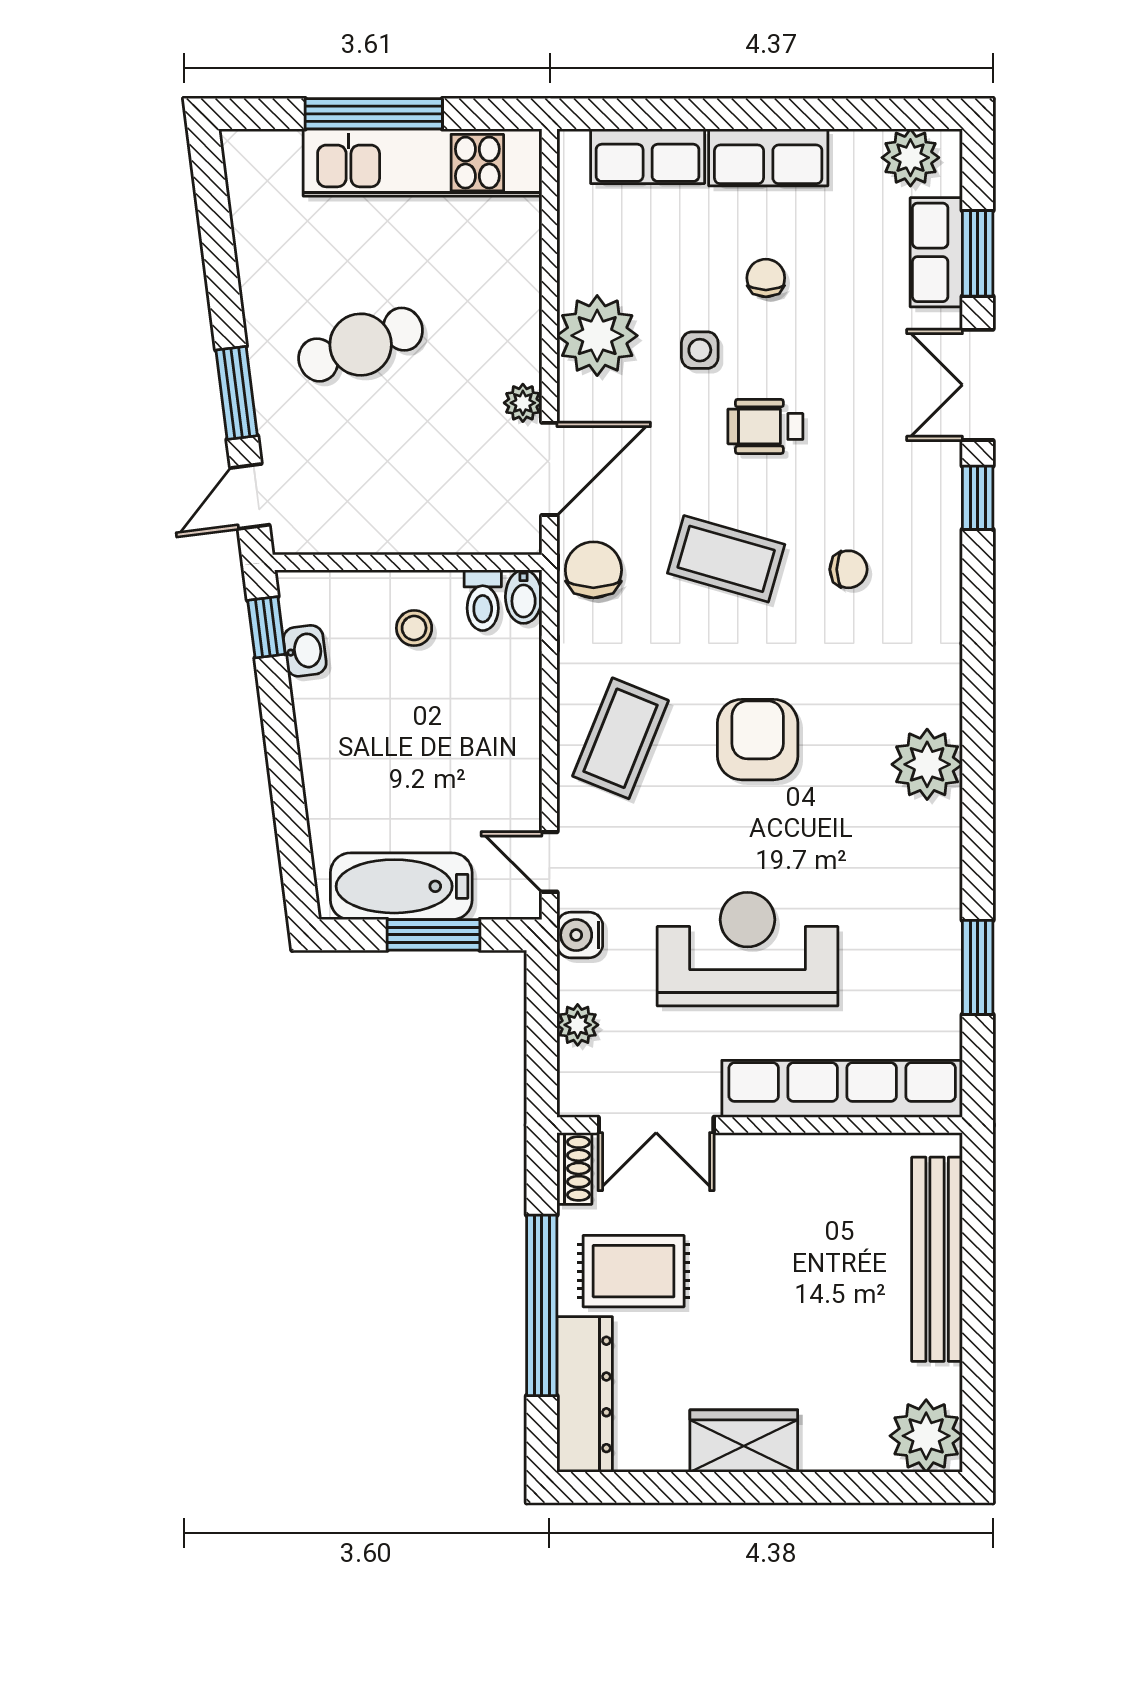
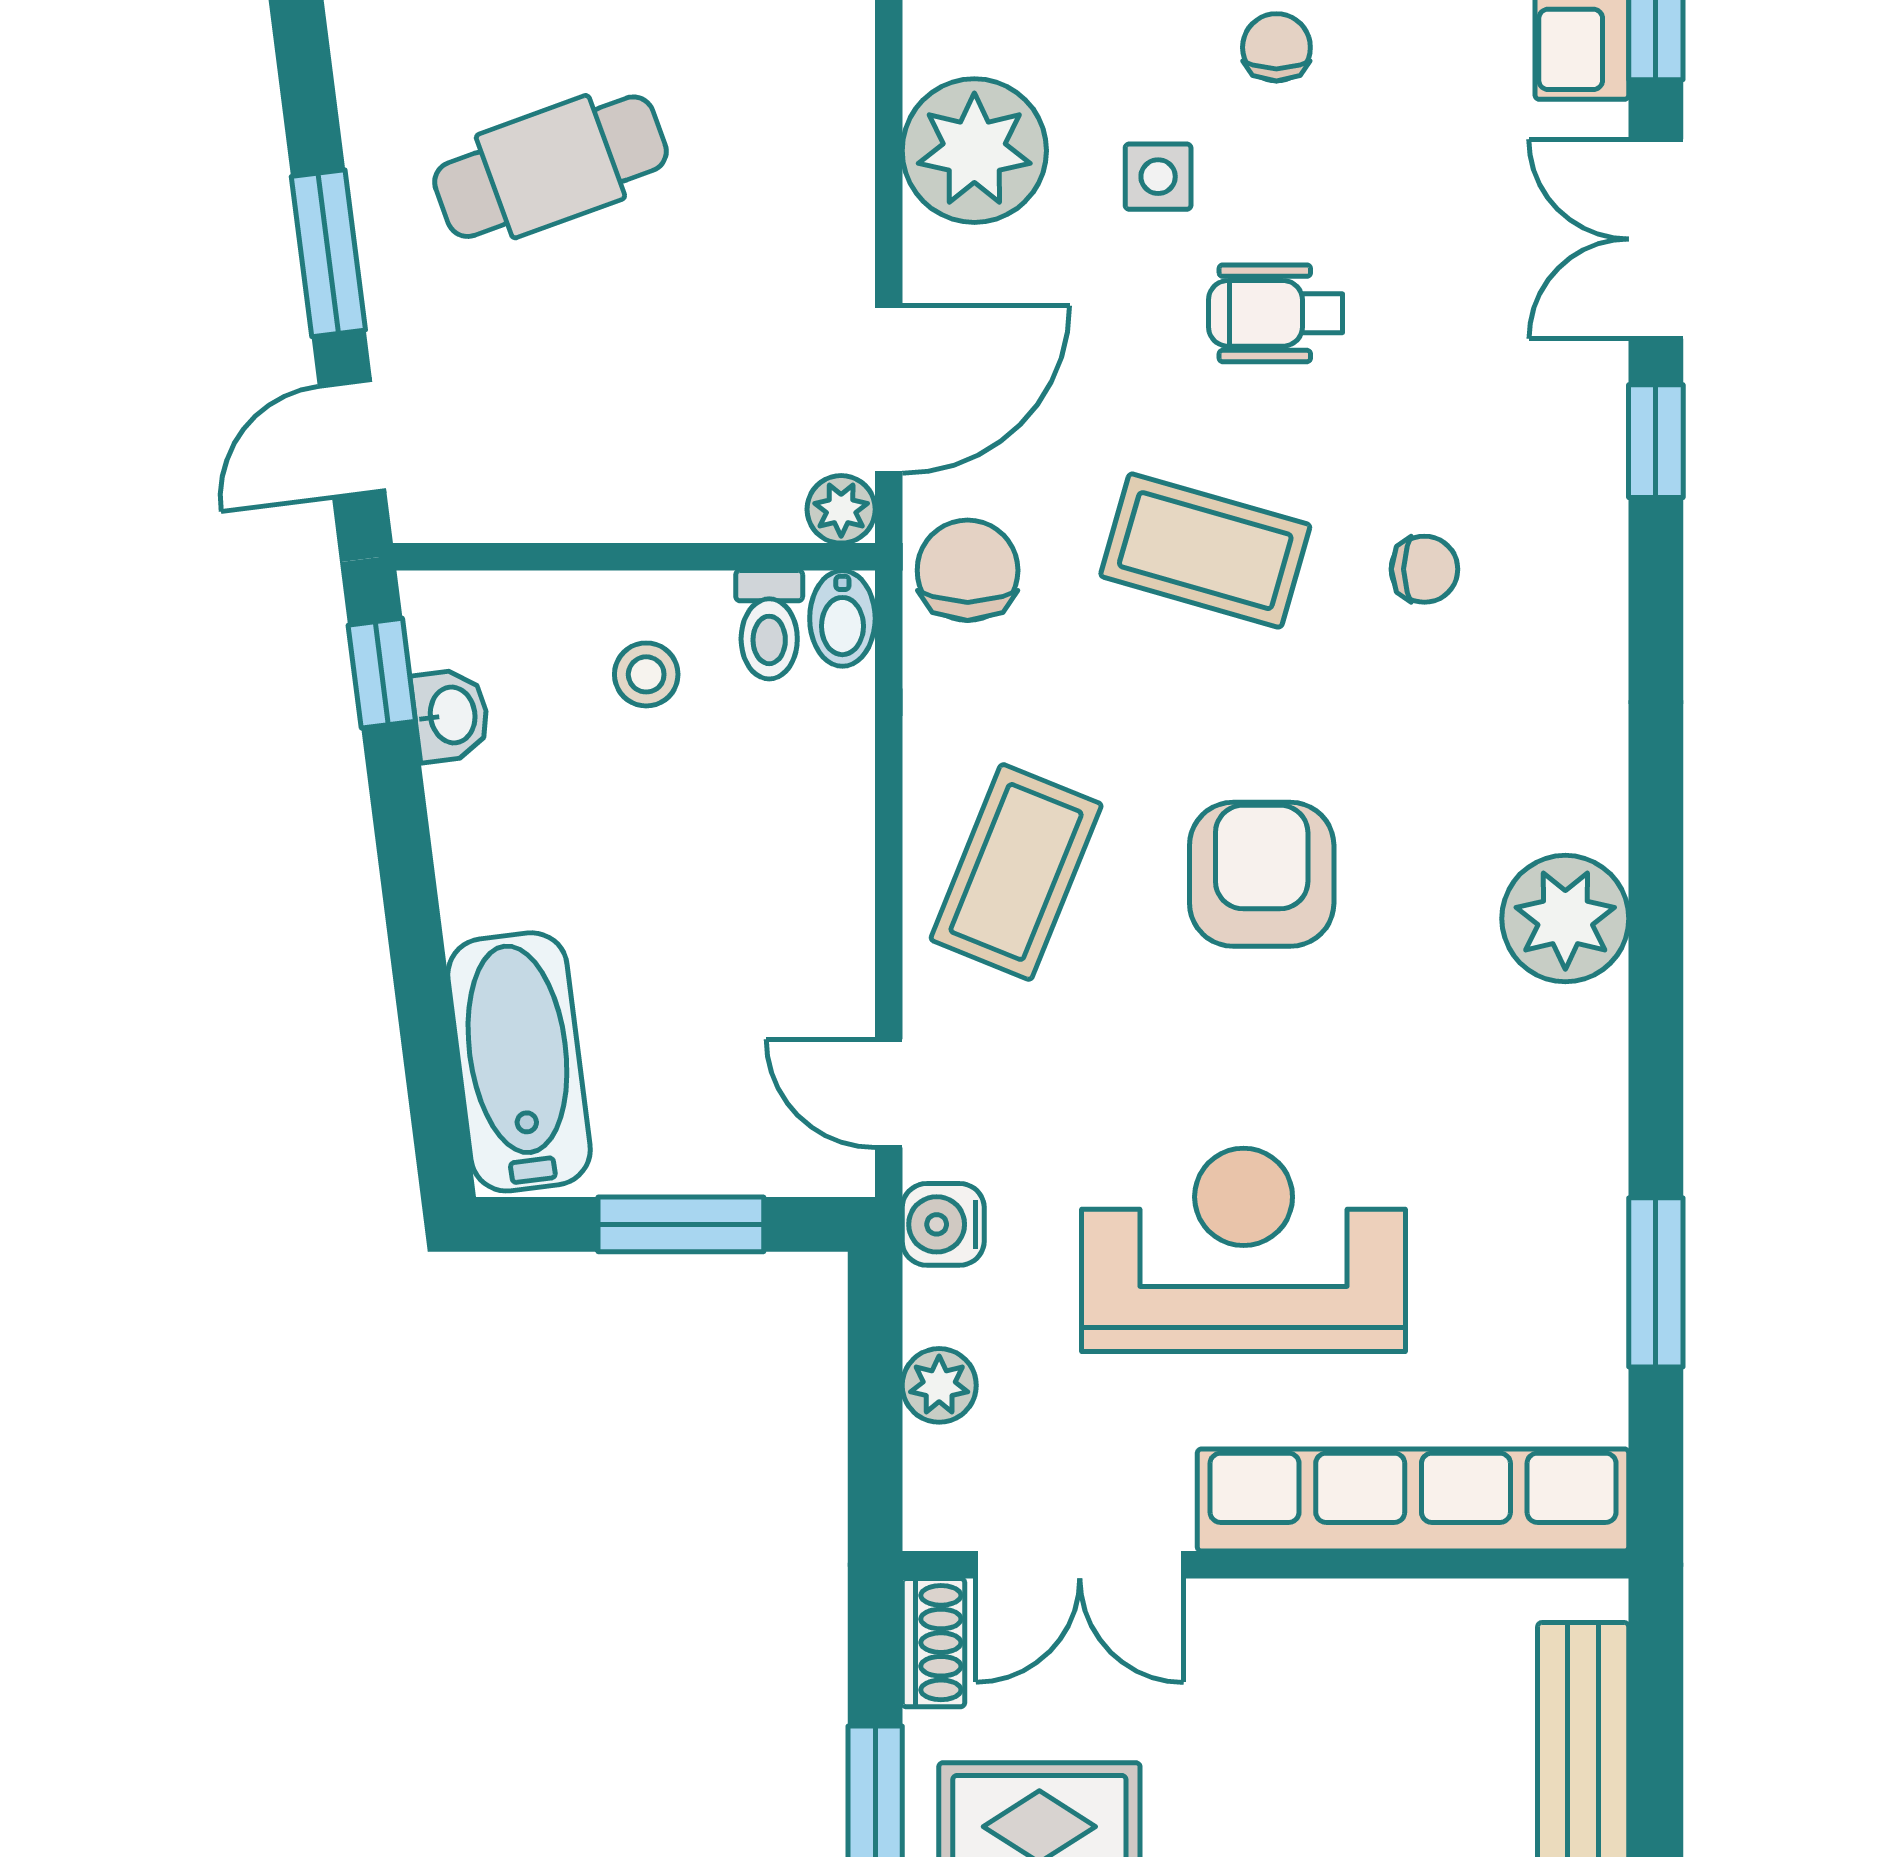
plant: (523, 403) -> (841, 509), moved
bathtub: (401, 886) -> (519, 1062), moved, turned 83

